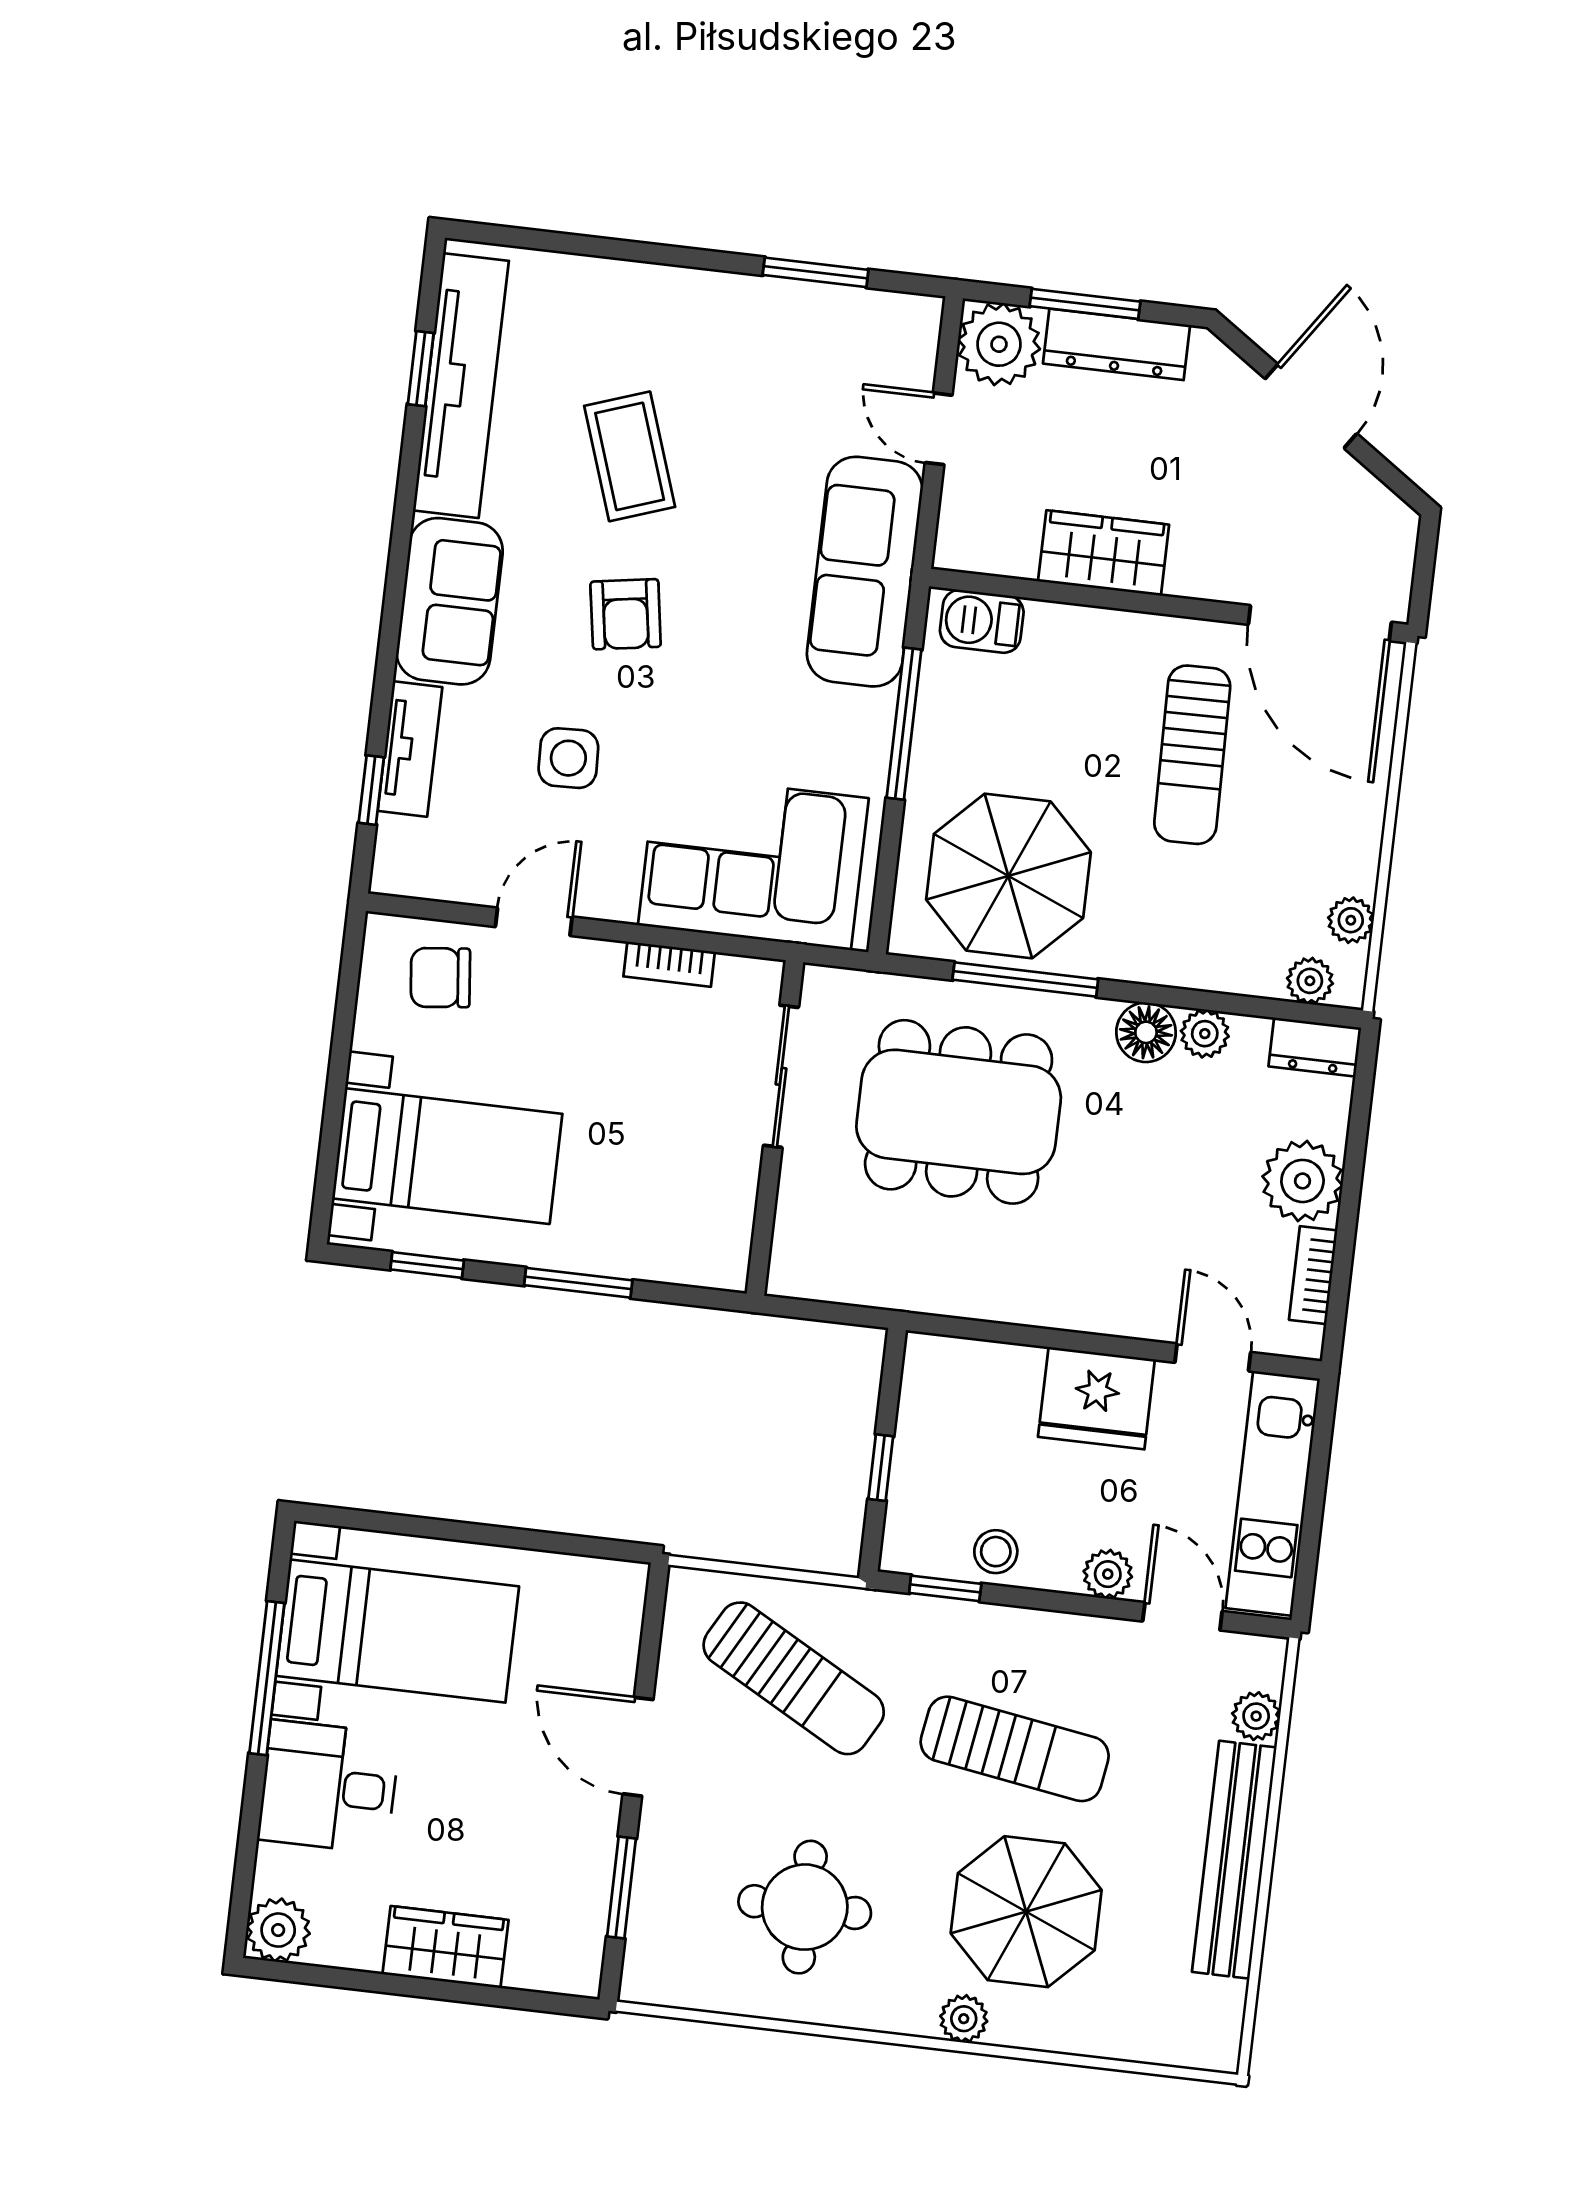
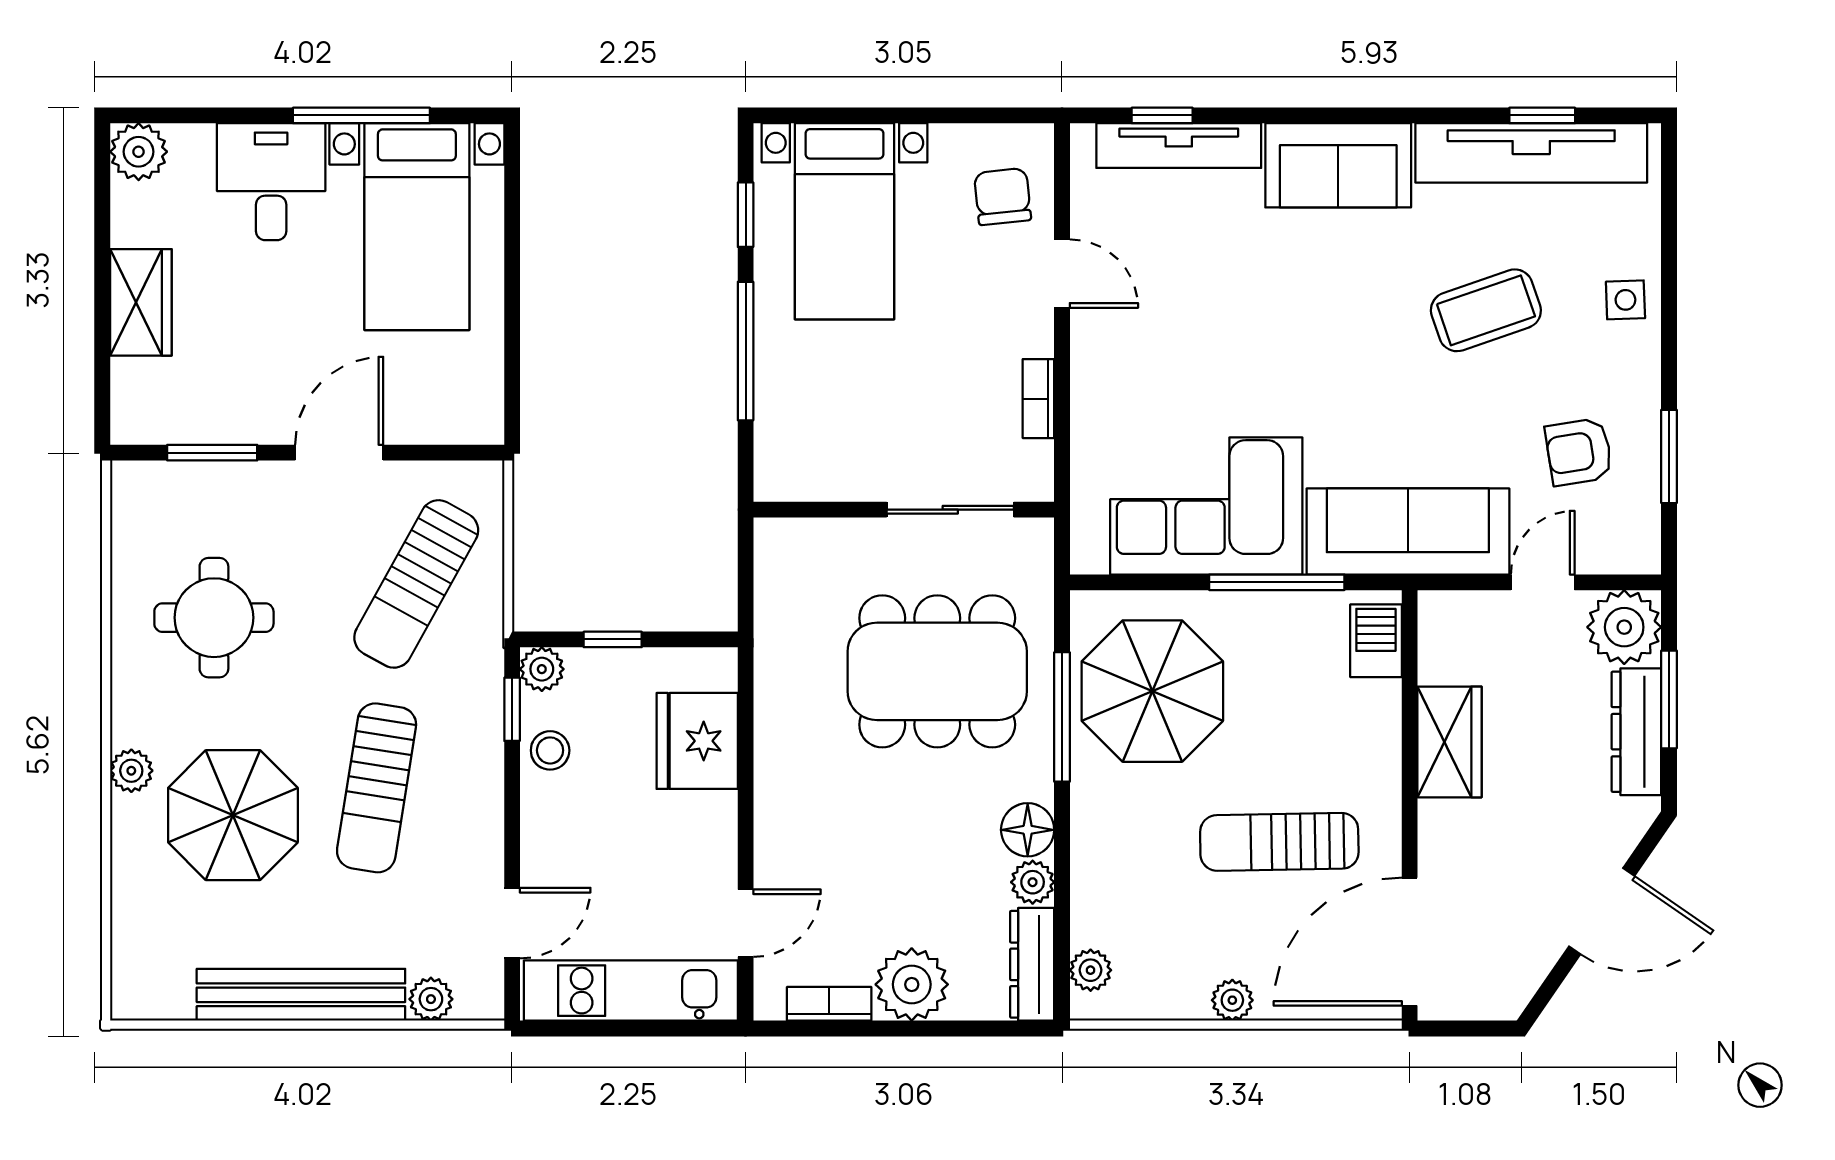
armchair: (626, 614) -> (1579, 452), moved
tv unit: (410, 749) -> (1179, 146), width x1.41
side table: (568, 758) -> (1625, 300), moved, width x0.73, depth x0.73
corner sofa: (753, 862) -> (1206, 506), moved, turned -90
plant: (1351, 920) -> (1232, 1000), moved
dresser: (1315, 1047) -> (1032, 964), width x1.44
dining table: (959, 1112) -> (937, 671), turned 90
window: (578, 1283) -> (746, 351), width x1.44
fridge: (1096, 1398) -> (697, 741), moved
plant: (1108, 1574) -> (542, 669), moved

